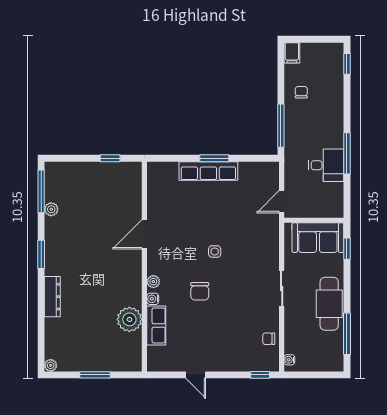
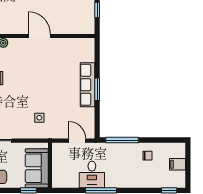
filing cabinet: (292, 53) -> (178, 164), moved
door: (282, 202) -> (77, 141), moved
side table: (215, 252) -> (39, 118), moved

